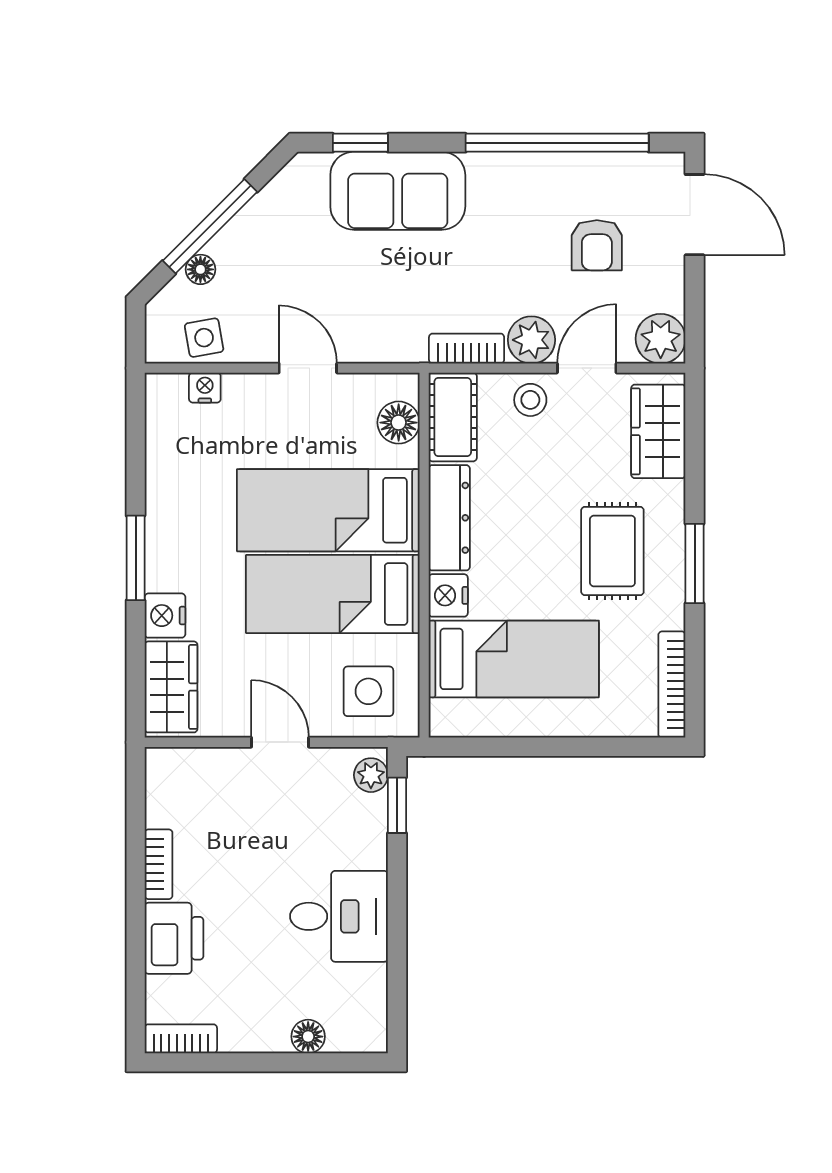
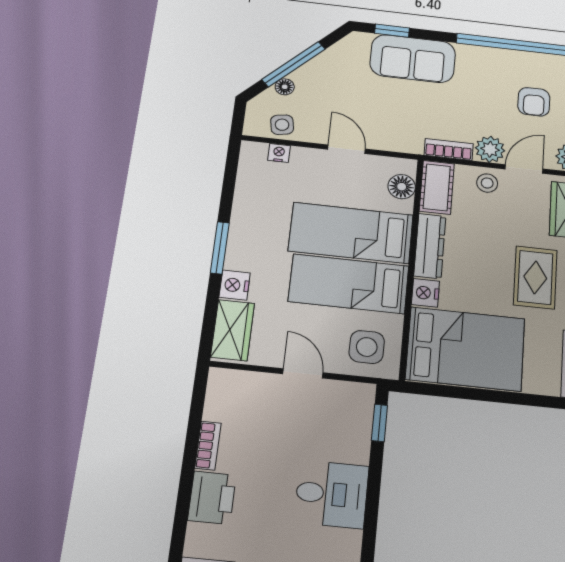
bed: (514, 659) -> (465, 349), width x1.50
plant: (371, 775) -> (363, 401), removed

